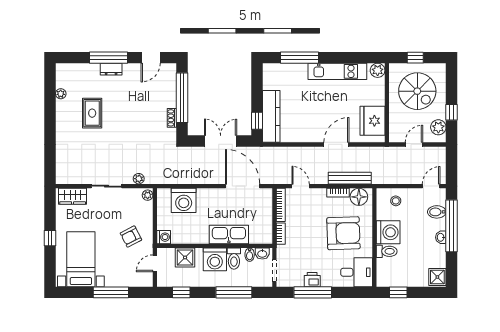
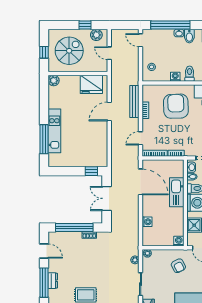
kitchen unit: (337, 71) -> (54, 131), moved
kitchen counter: (271, 116) -> (88, 160), removed
door: (336, 144) -> (109, 111), hinge flipped
door: (243, 186) -> (141, 182), swing flipped
floor lamp: (359, 197) -> (149, 95), removed
washing machine: (184, 200) -> (147, 222), width x0.53, depth x0.53
bidet: (437, 212) -> (189, 36), moved
washing machine: (388, 232) -> (175, 77), width x0.53, depth x0.53

